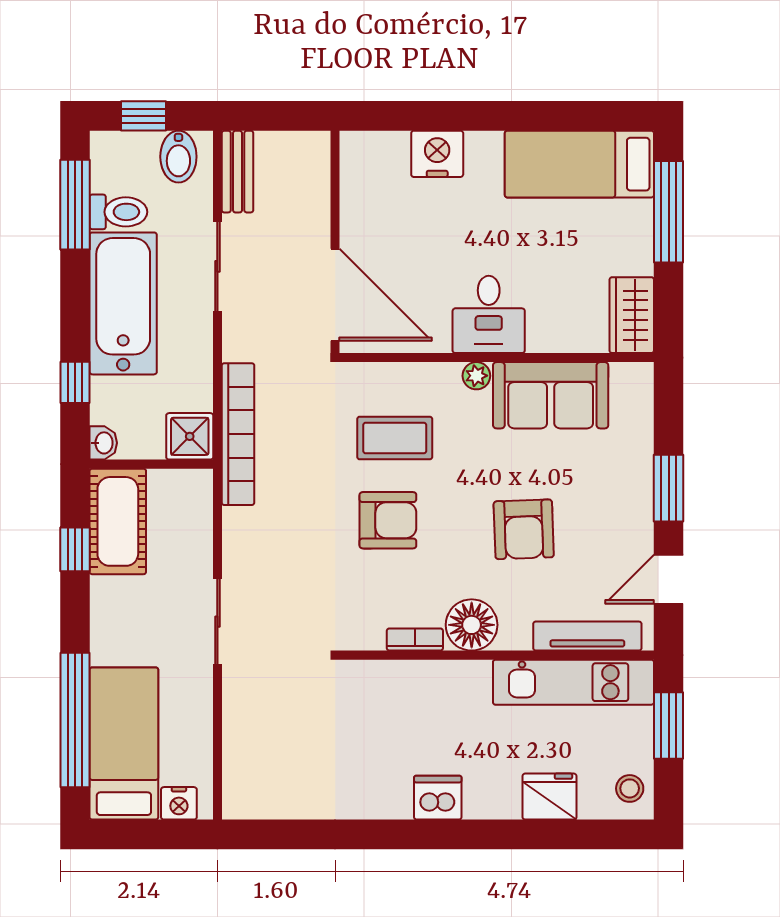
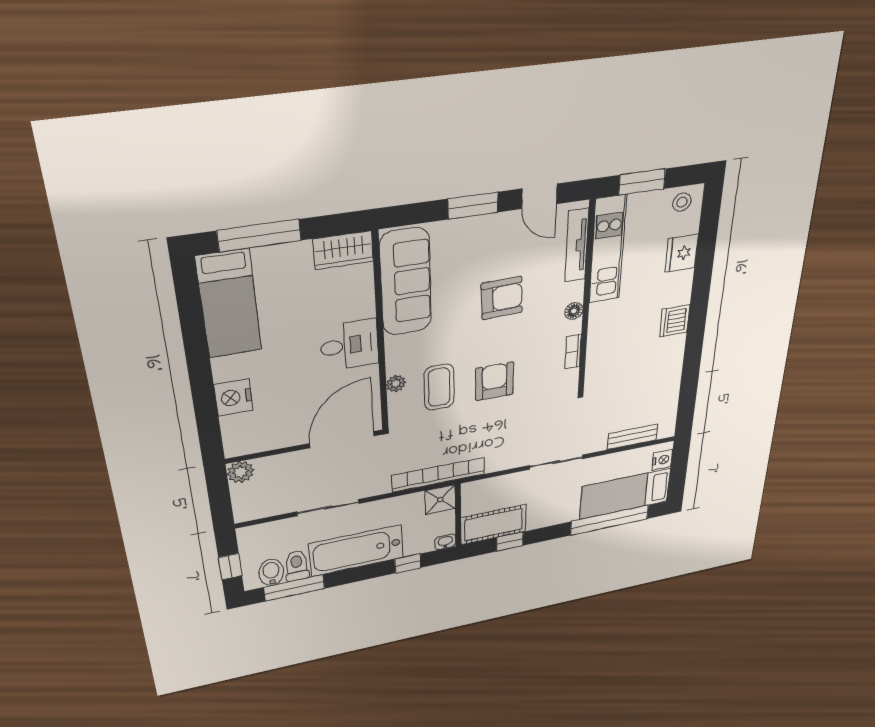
plant: (312, 149) -> (241, 472), added
bidet: (178, 157) -> (271, 572), moved, turned -90
bench: (238, 172) -> (632, 437), moved
plant: (476, 376) -> (396, 384), moved
sofa: (551, 395) -> (406, 282), width x1.36
floor lamp: (472, 625) -> (574, 311), width x0.53, depth x0.53

